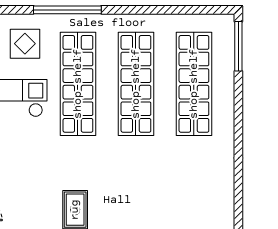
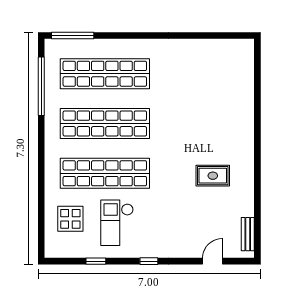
window: (67, 10) -> (41, 86), moved

